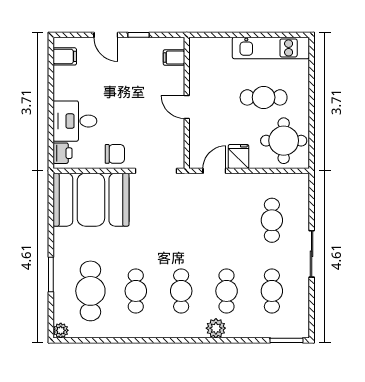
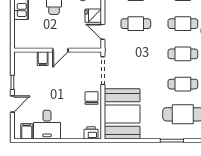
filing cabinet: (174, 58) -> (43, 59), moved
desk: (75, 121) -> (47, 125), moved
cafe table: (227, 220) -> (136, 24), added

